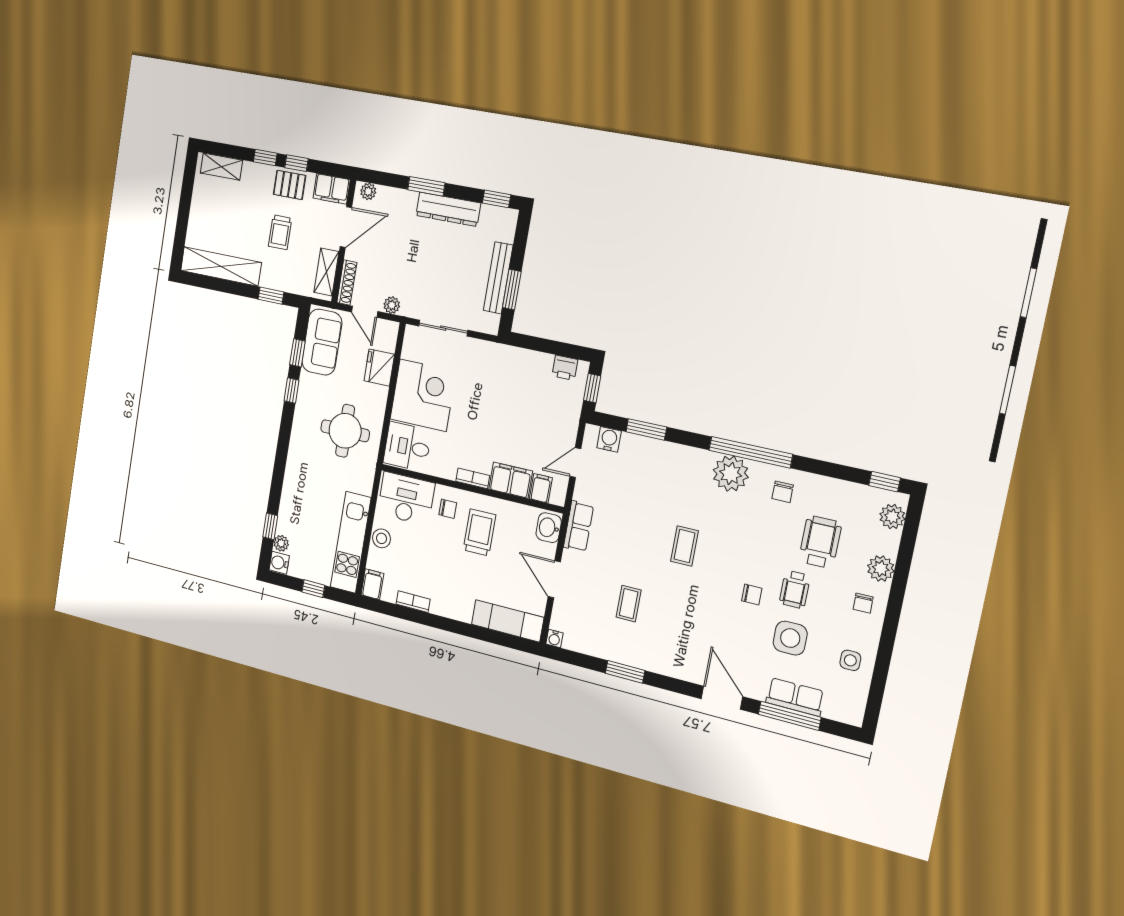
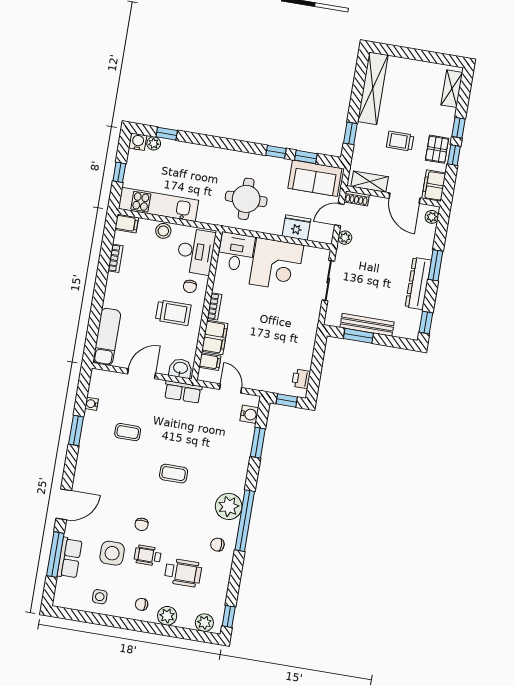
shoe rack: (347, 283) -> (357, 198), width x0.70
water cooler: (554, 638) -> (92, 404), moved

